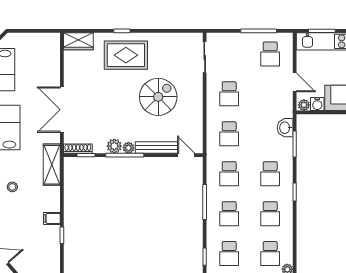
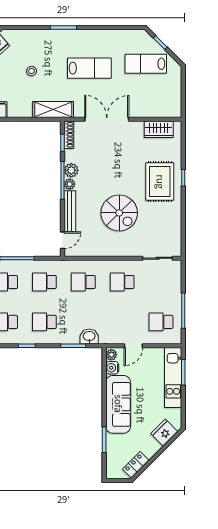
wardrobe: (78, 41) -> (159, 129), moved, turned -90

